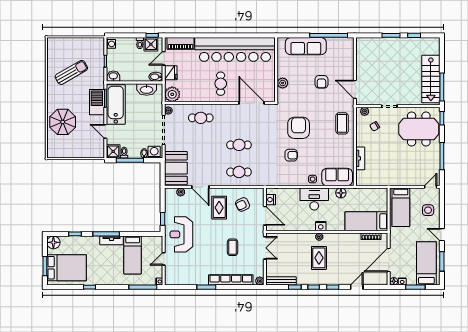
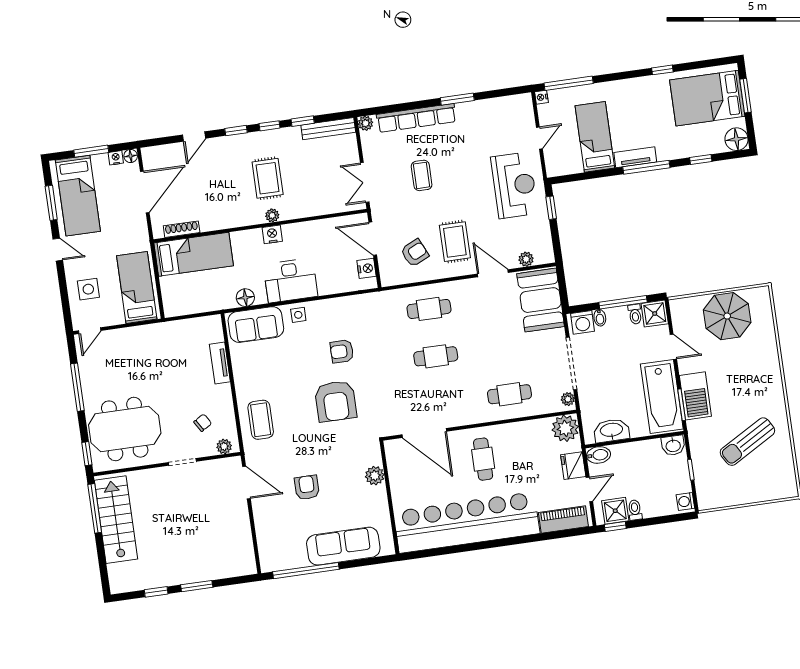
parasol: (63, 122) -> (727, 316), moved

